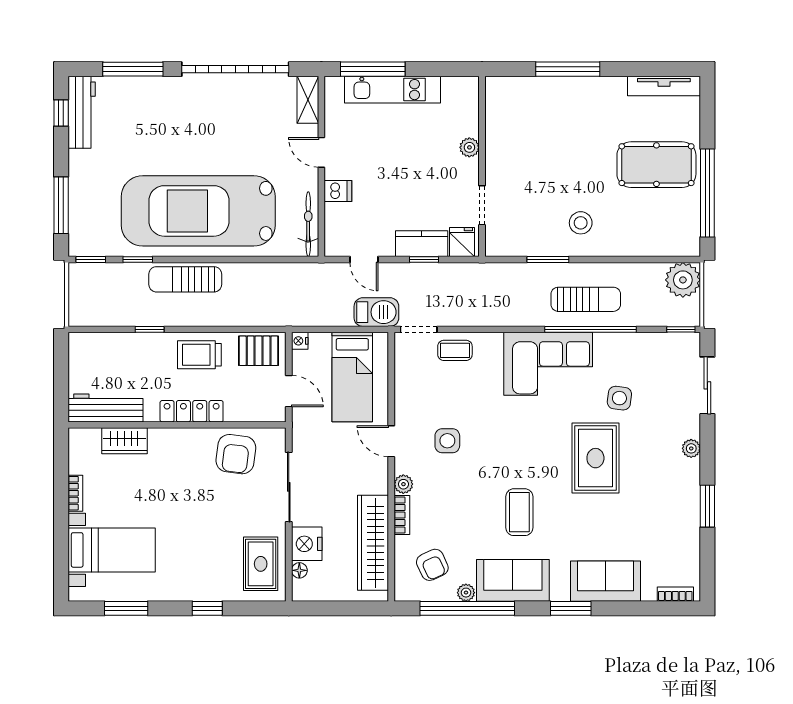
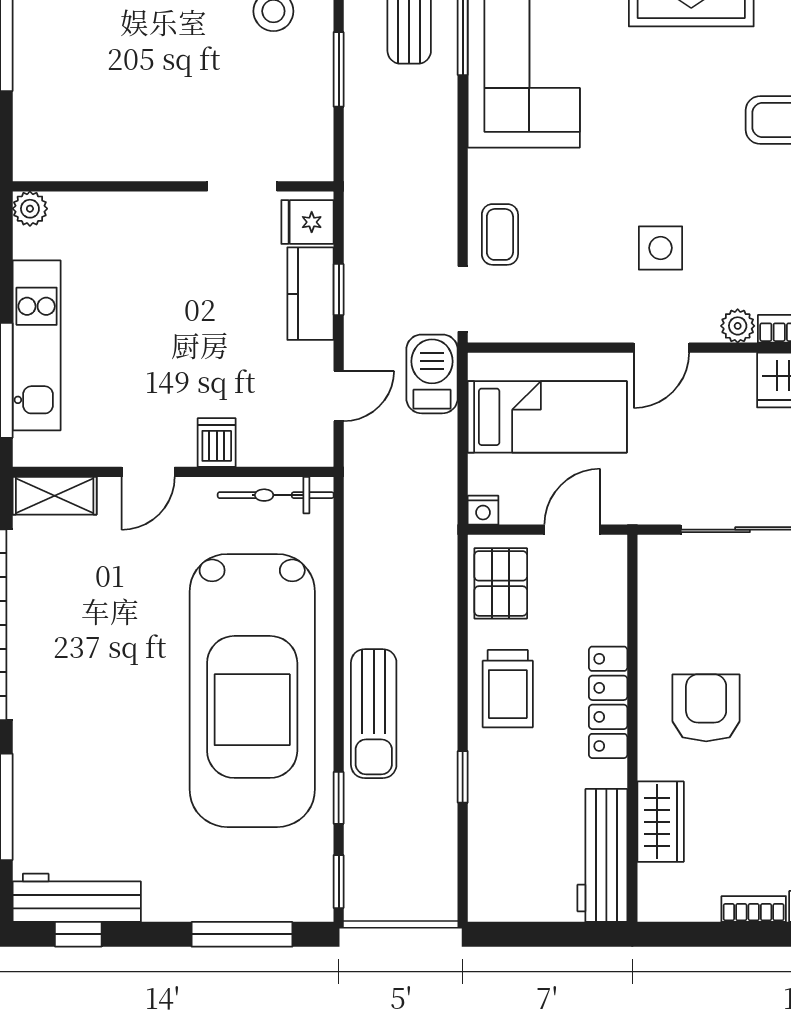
plant: (469, 147) -> (30, 209), moved
armchair: (236, 454) -> (706, 708), moved, turned -97

